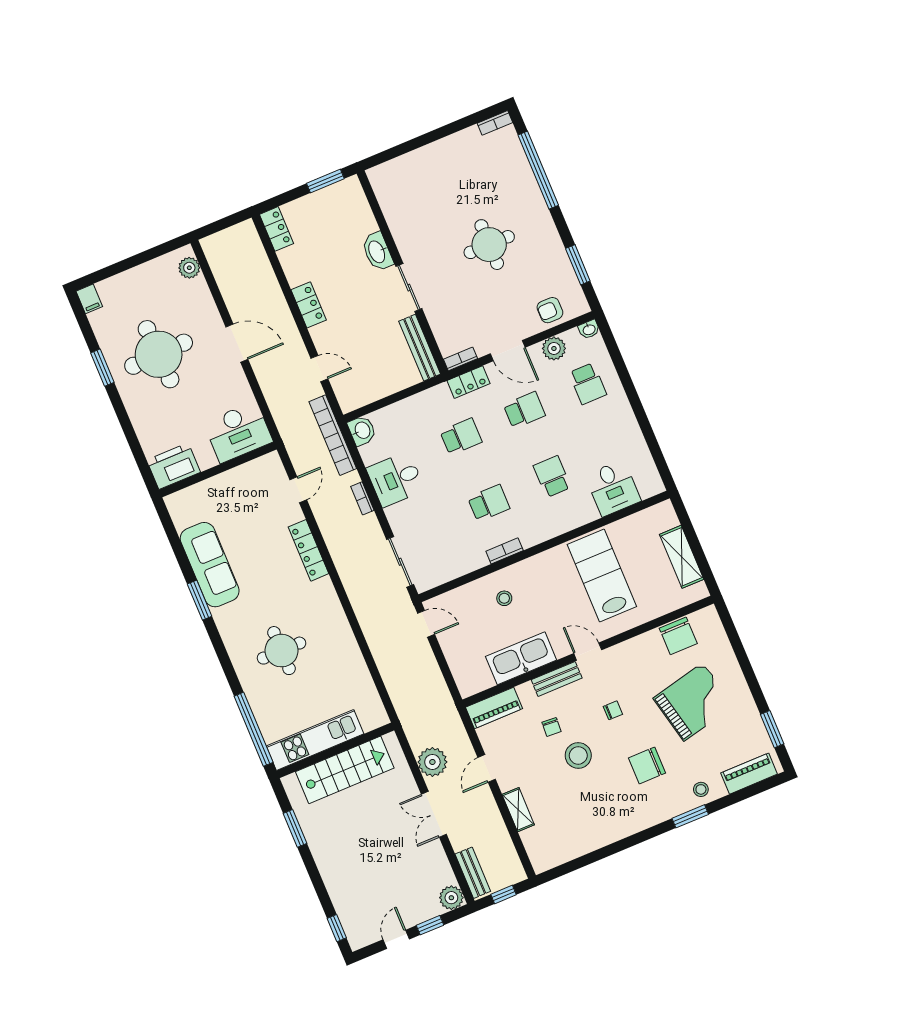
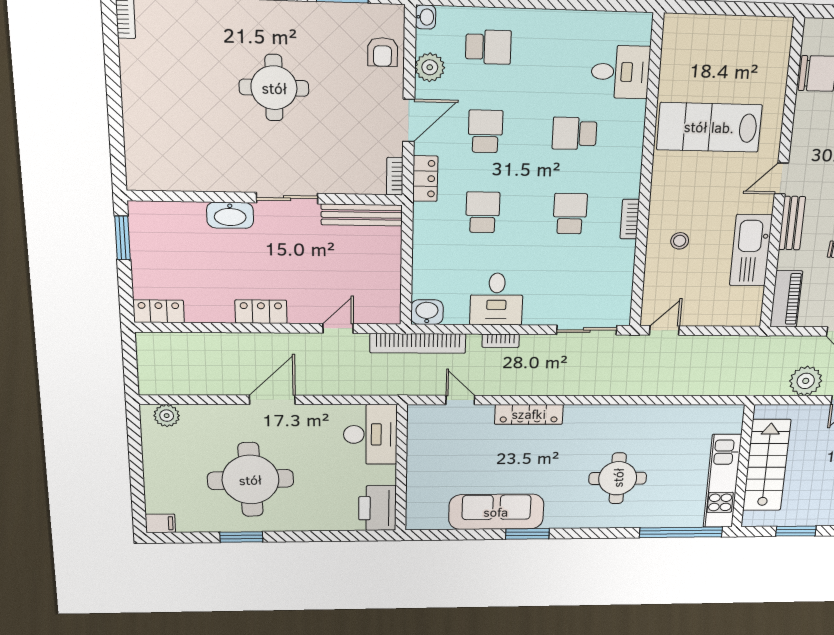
shelving: (682, 557) -> (735, 30), removed

